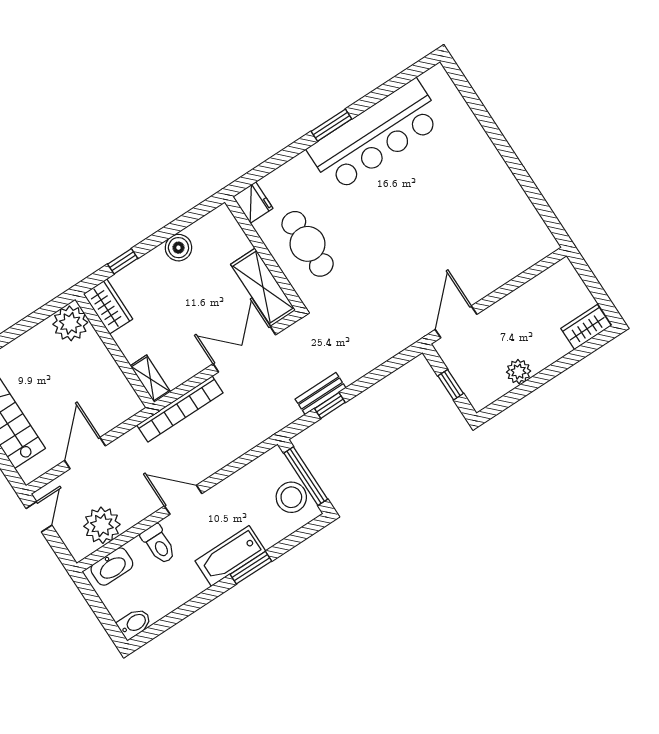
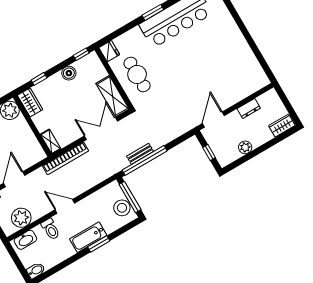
window: (200, 211) -> (81, 54), added
dresser: (522, 298) -> (249, 108), added
window: (330, 406) -> (145, 160), width x3.17

